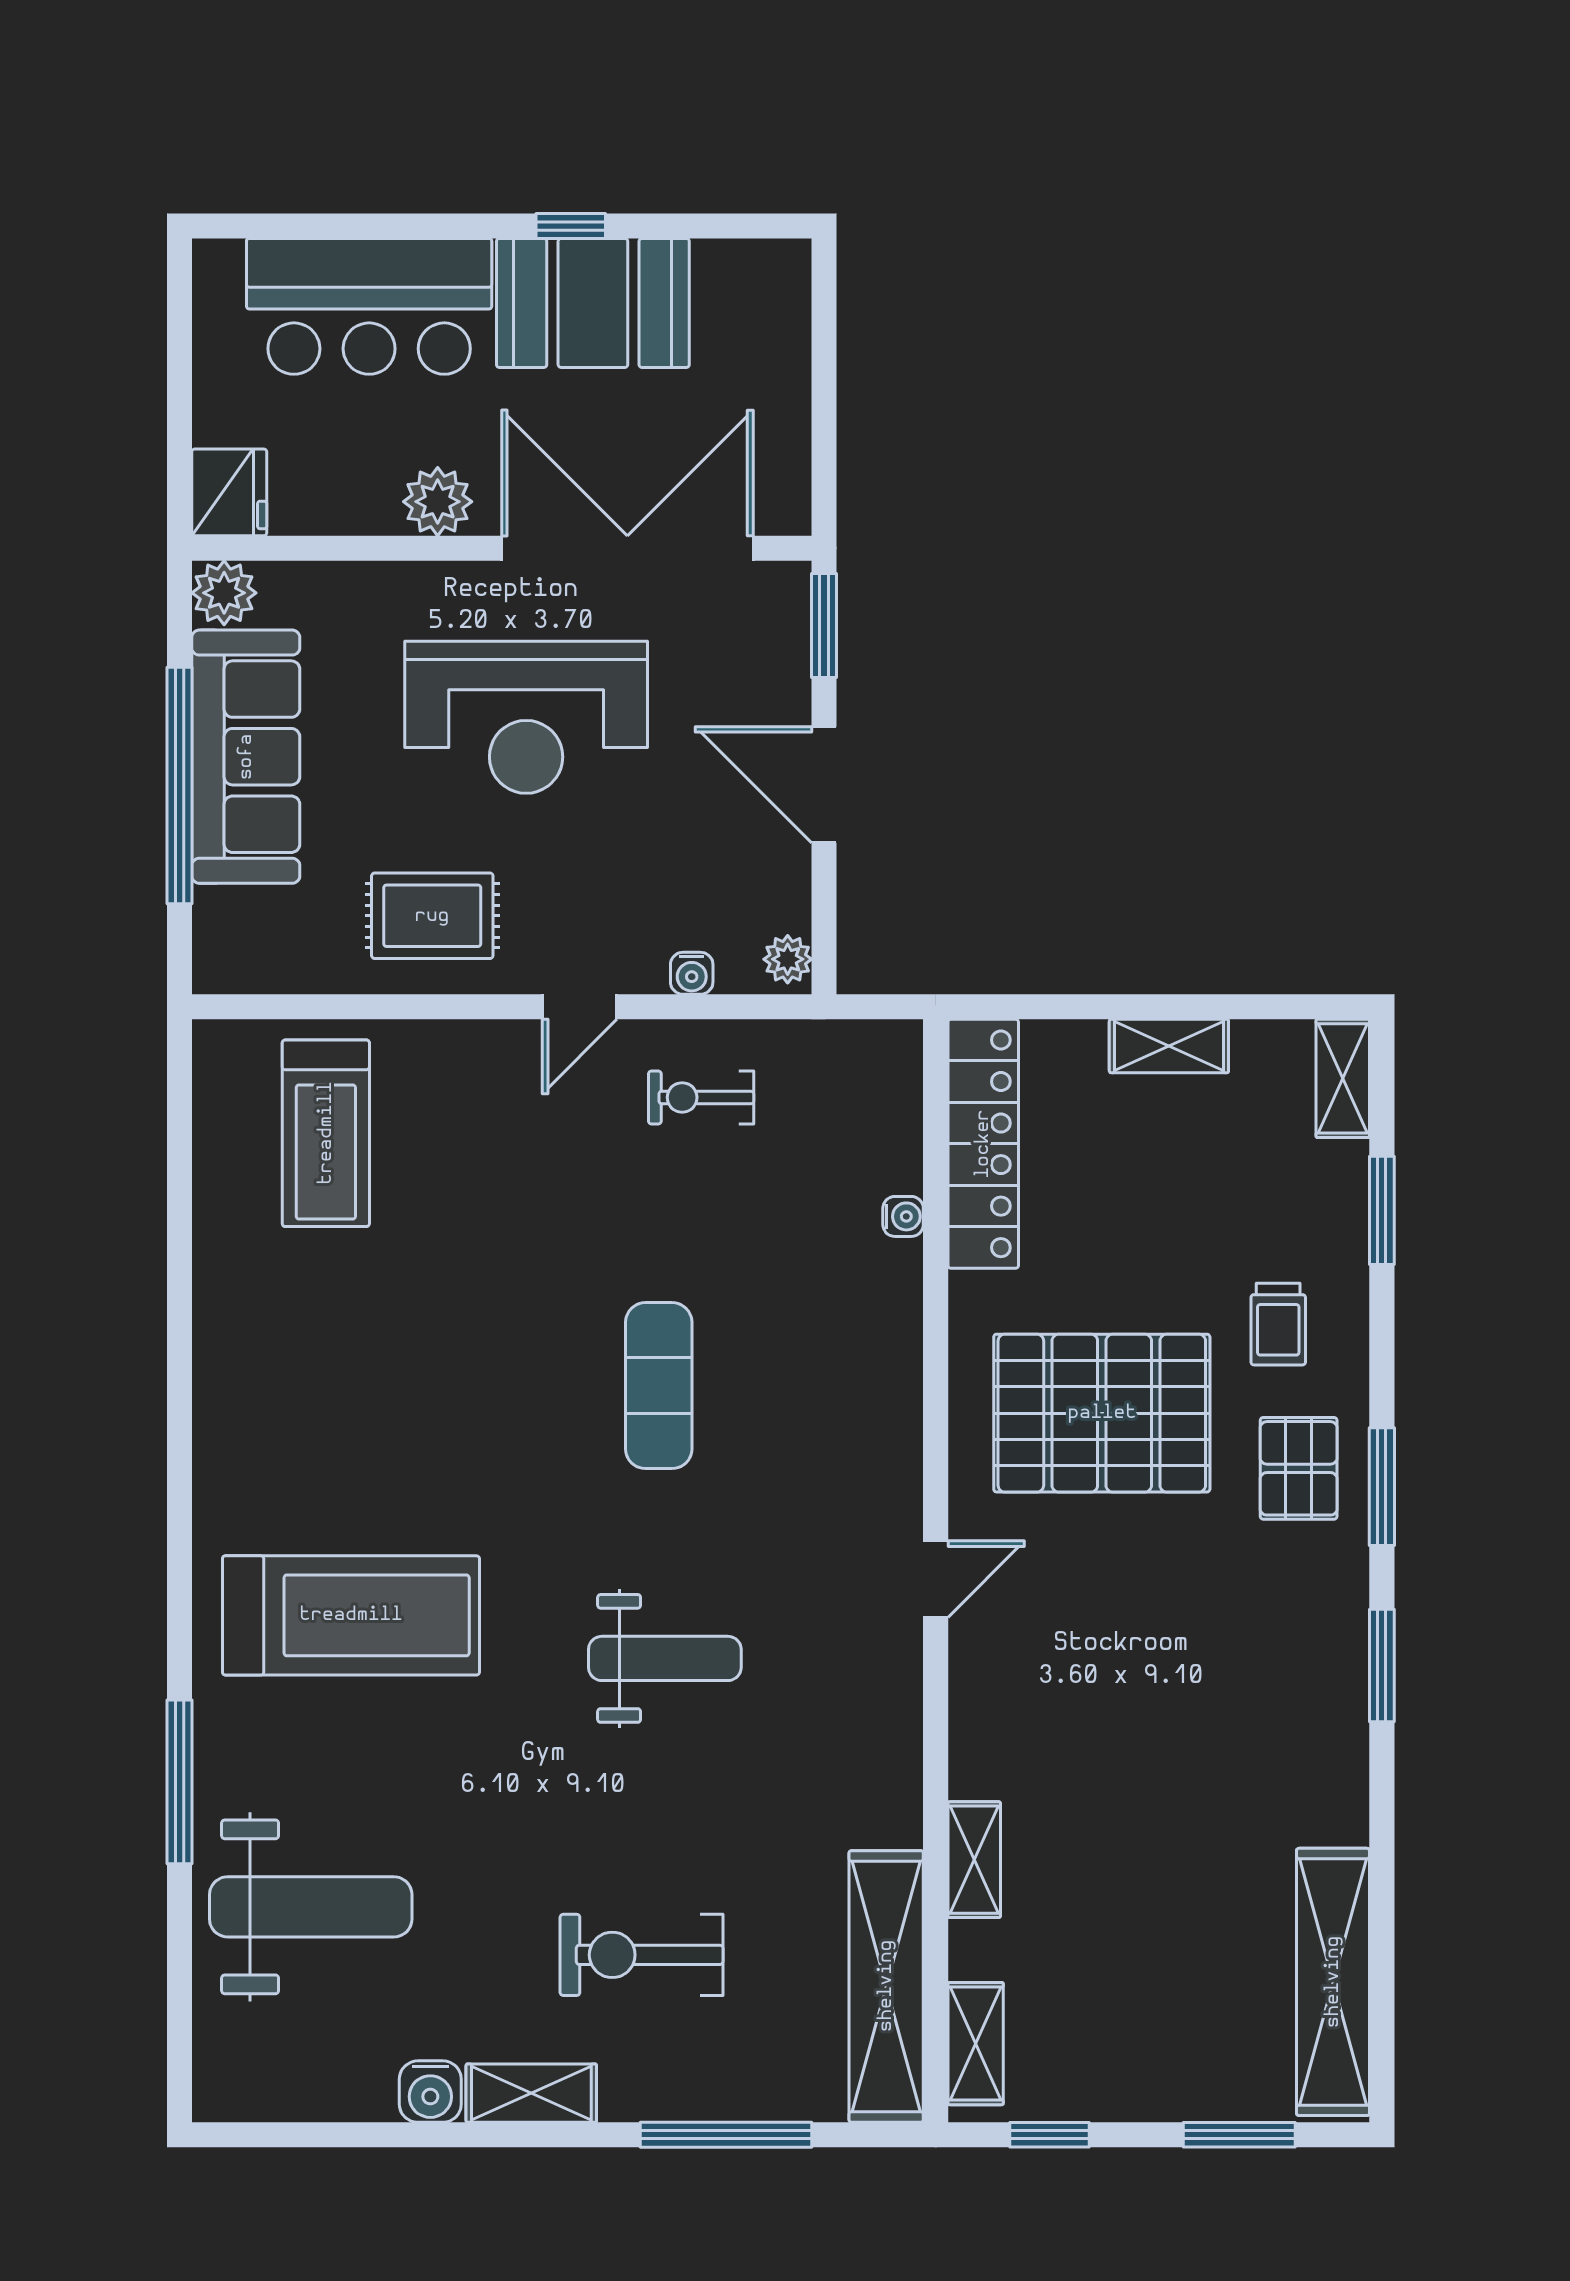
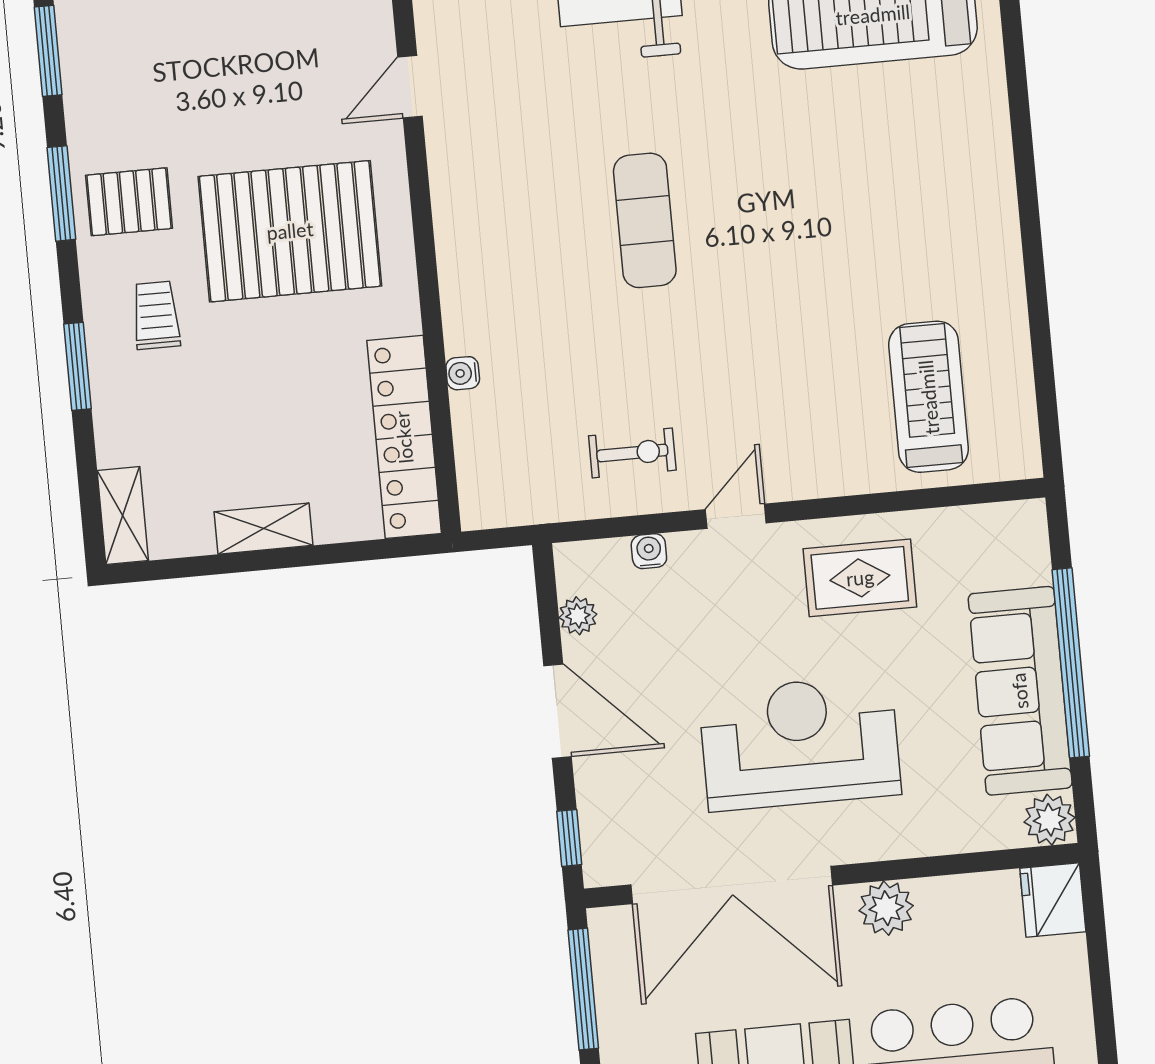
window: (824, 436) -> (583, 989), added
window: (824, 626) -> (569, 838), width x0.67
plant: (788, 959) -> (578, 616), moved
window: (1382, 1210) -> (77, 366), moved
pallet: (1299, 1468) -> (129, 202), turned 90

